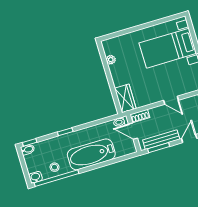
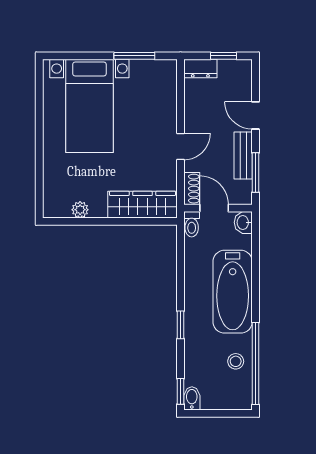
wardrobe: (125, 98) -> (142, 205), width x1.50
door: (171, 100) -> (180, 147), moved
door: (133, 131) -> (214, 208), swing flipped
bench: (161, 140) -> (243, 155), width x0.73
washbasin: (36, 177) -> (243, 222), moved

